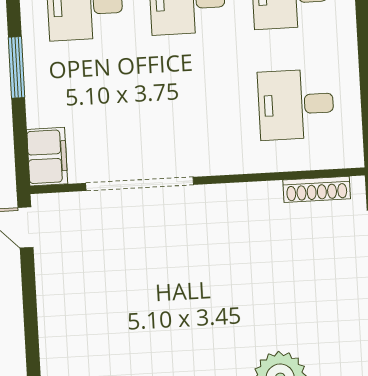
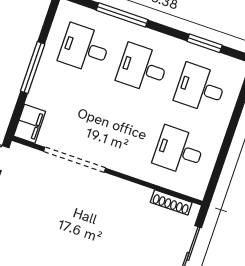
window: (17, 67) -> (33, 68), width x1.44

